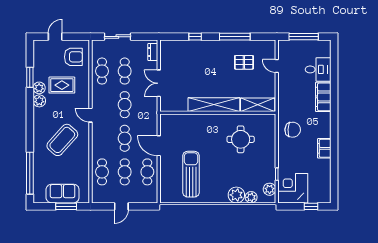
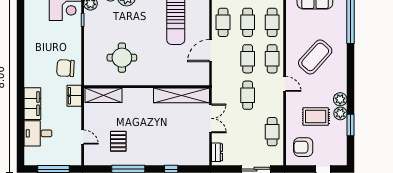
pallet: (244, 62) -> (118, 141), turned 90
cafe table: (125, 71) -> (272, 59), moved
shelving: (214, 105) -> (181, 95), moved
door: (159, 146) -> (211, 51), swing flipped
filing cabinet: (324, 148) -> (74, 96), moved, turned 180

